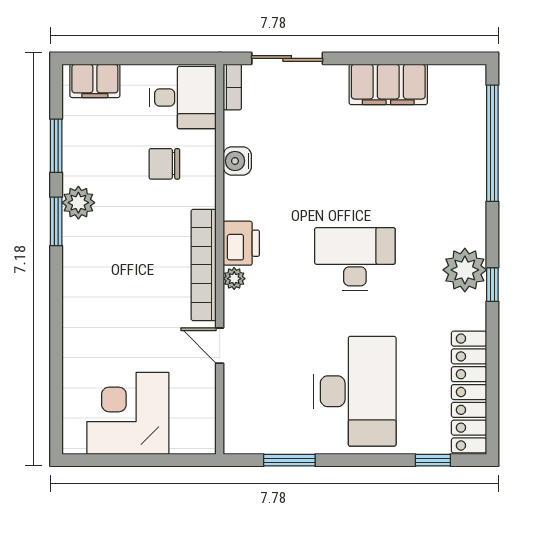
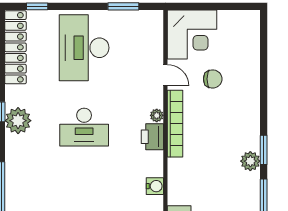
chair: (164, 164) -> (213, 79), moved
corner desk: (128, 413) -> (192, 34), moved

